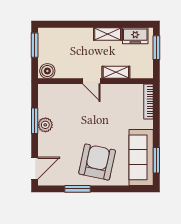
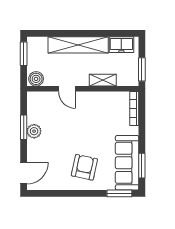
shelving: (108, 34) -> (78, 45), width x2.20, depth x1.33
window: (156, 48) -> (142, 69), moved
door: (91, 81) -> (67, 89), moved
armchair: (97, 162) -> (84, 167), width x0.73, depth x0.73
window: (78, 189) -> (119, 193), moved

